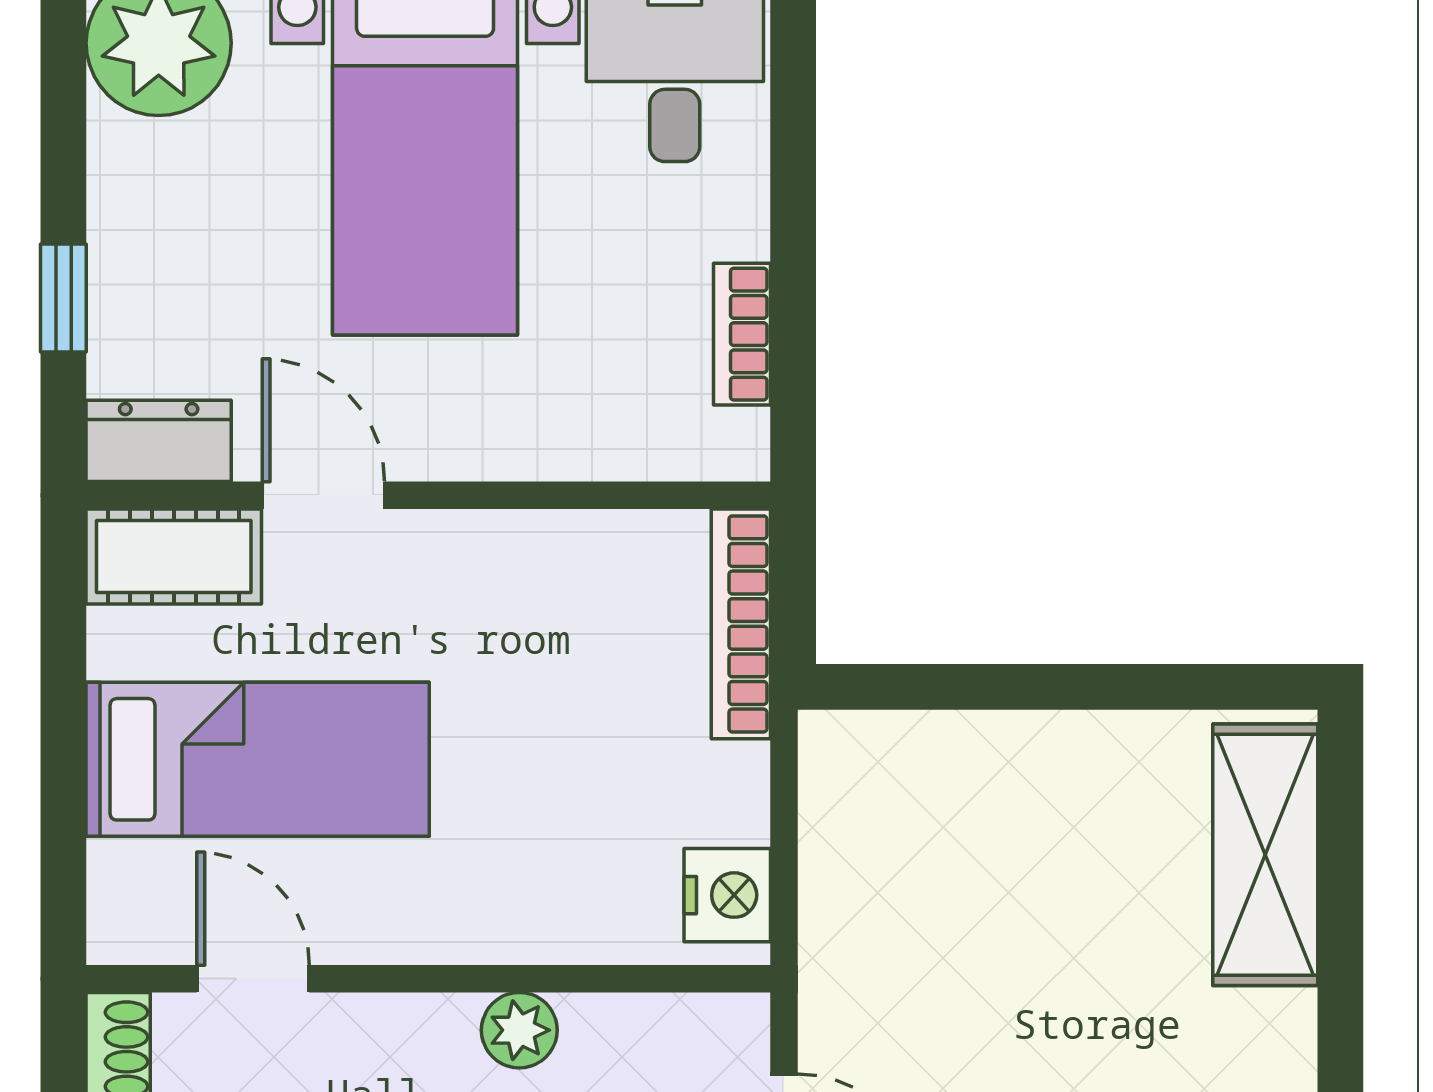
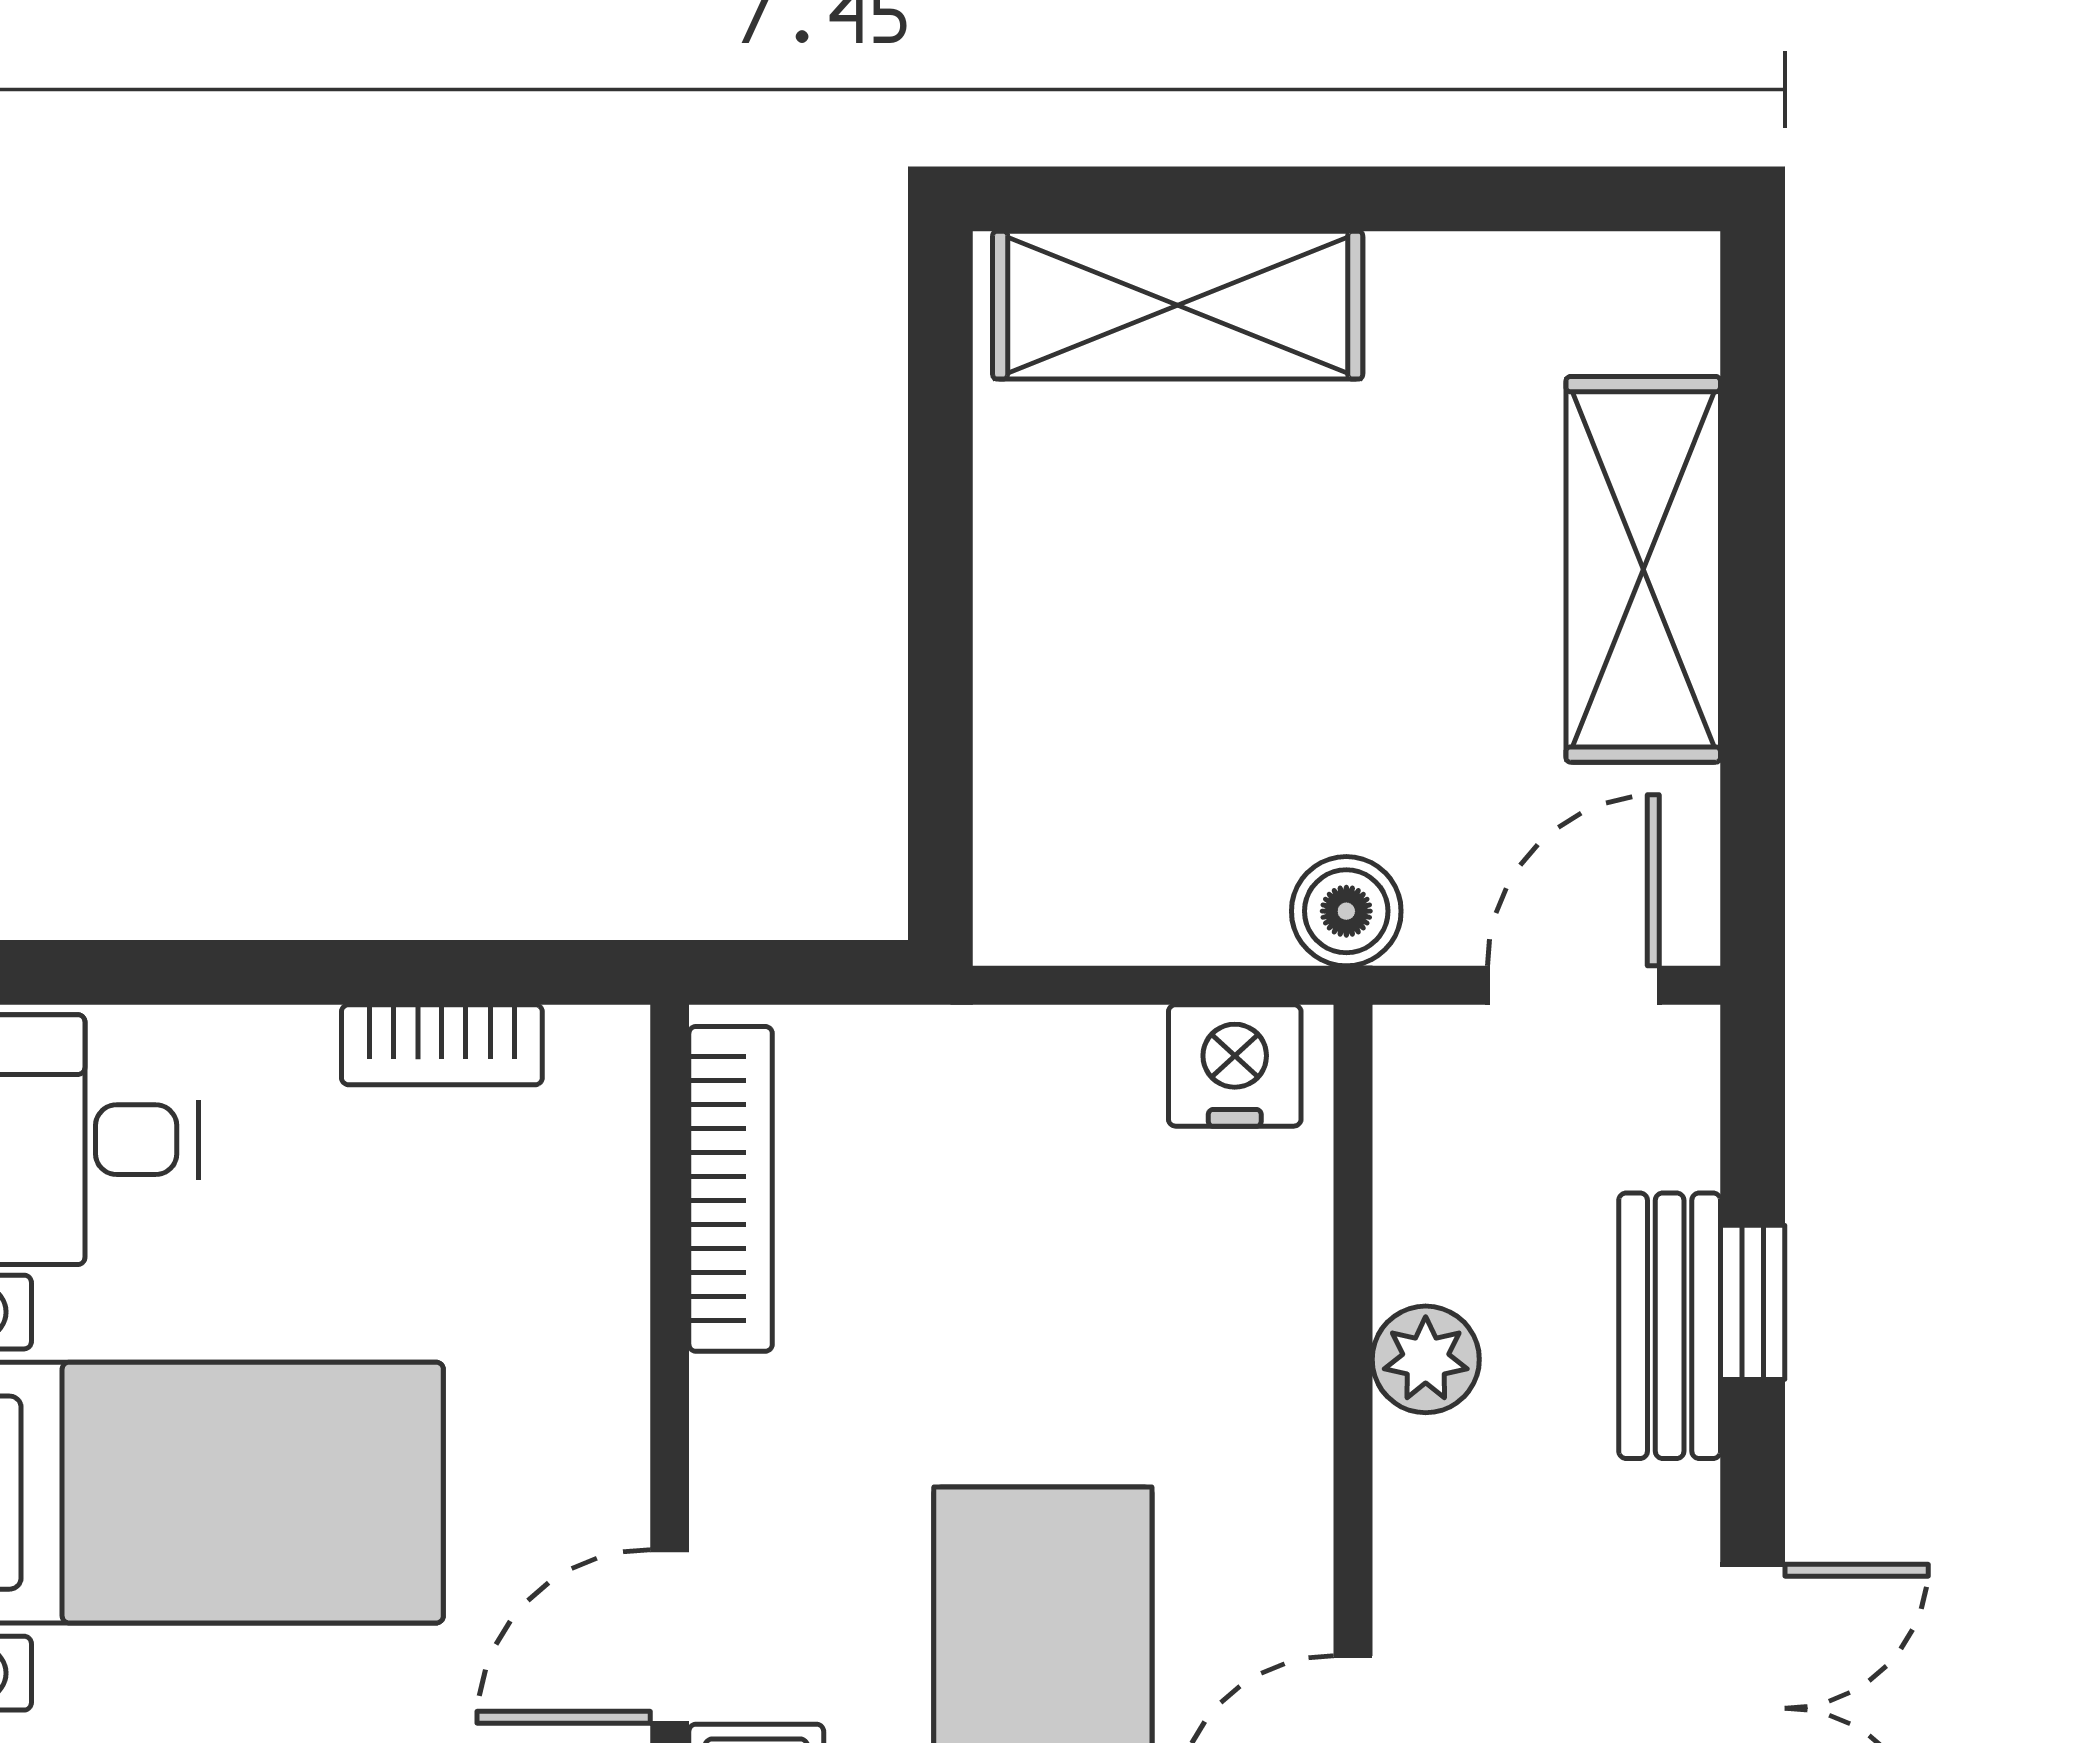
bookcase: (741, 624) -> (731, 1189), moved, turned -90
boiler: (836, 974) -> (1346, 911), added

